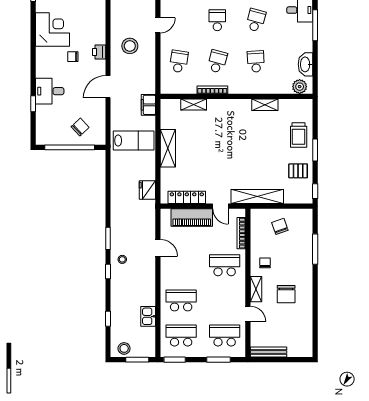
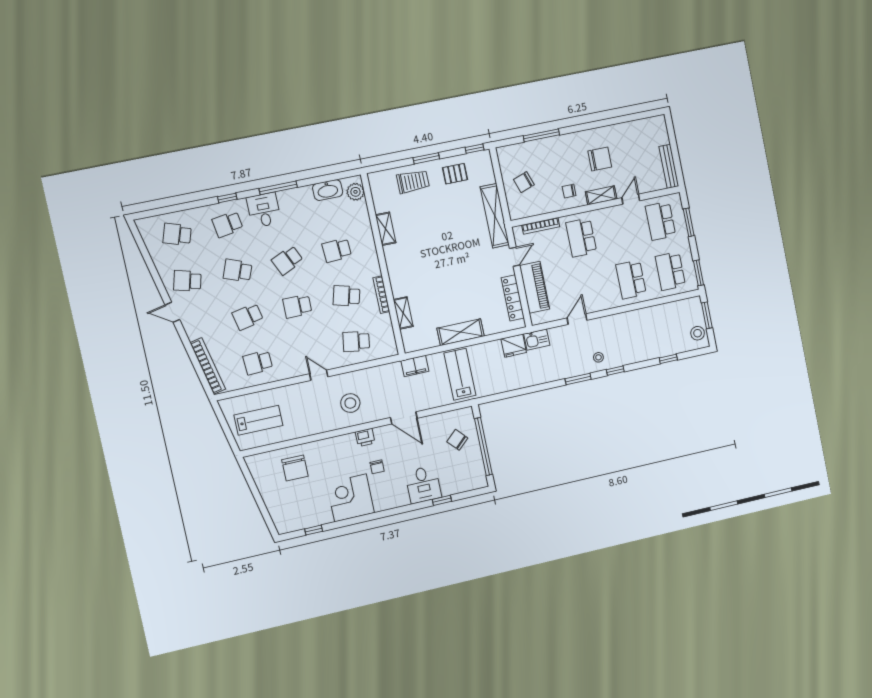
school desk: (256, 20) -> (287, 260), turned -39
pallet: (298, 171) -> (455, 174), turned 90
kitchen sink: (148, 316) -> (537, 340), moved

